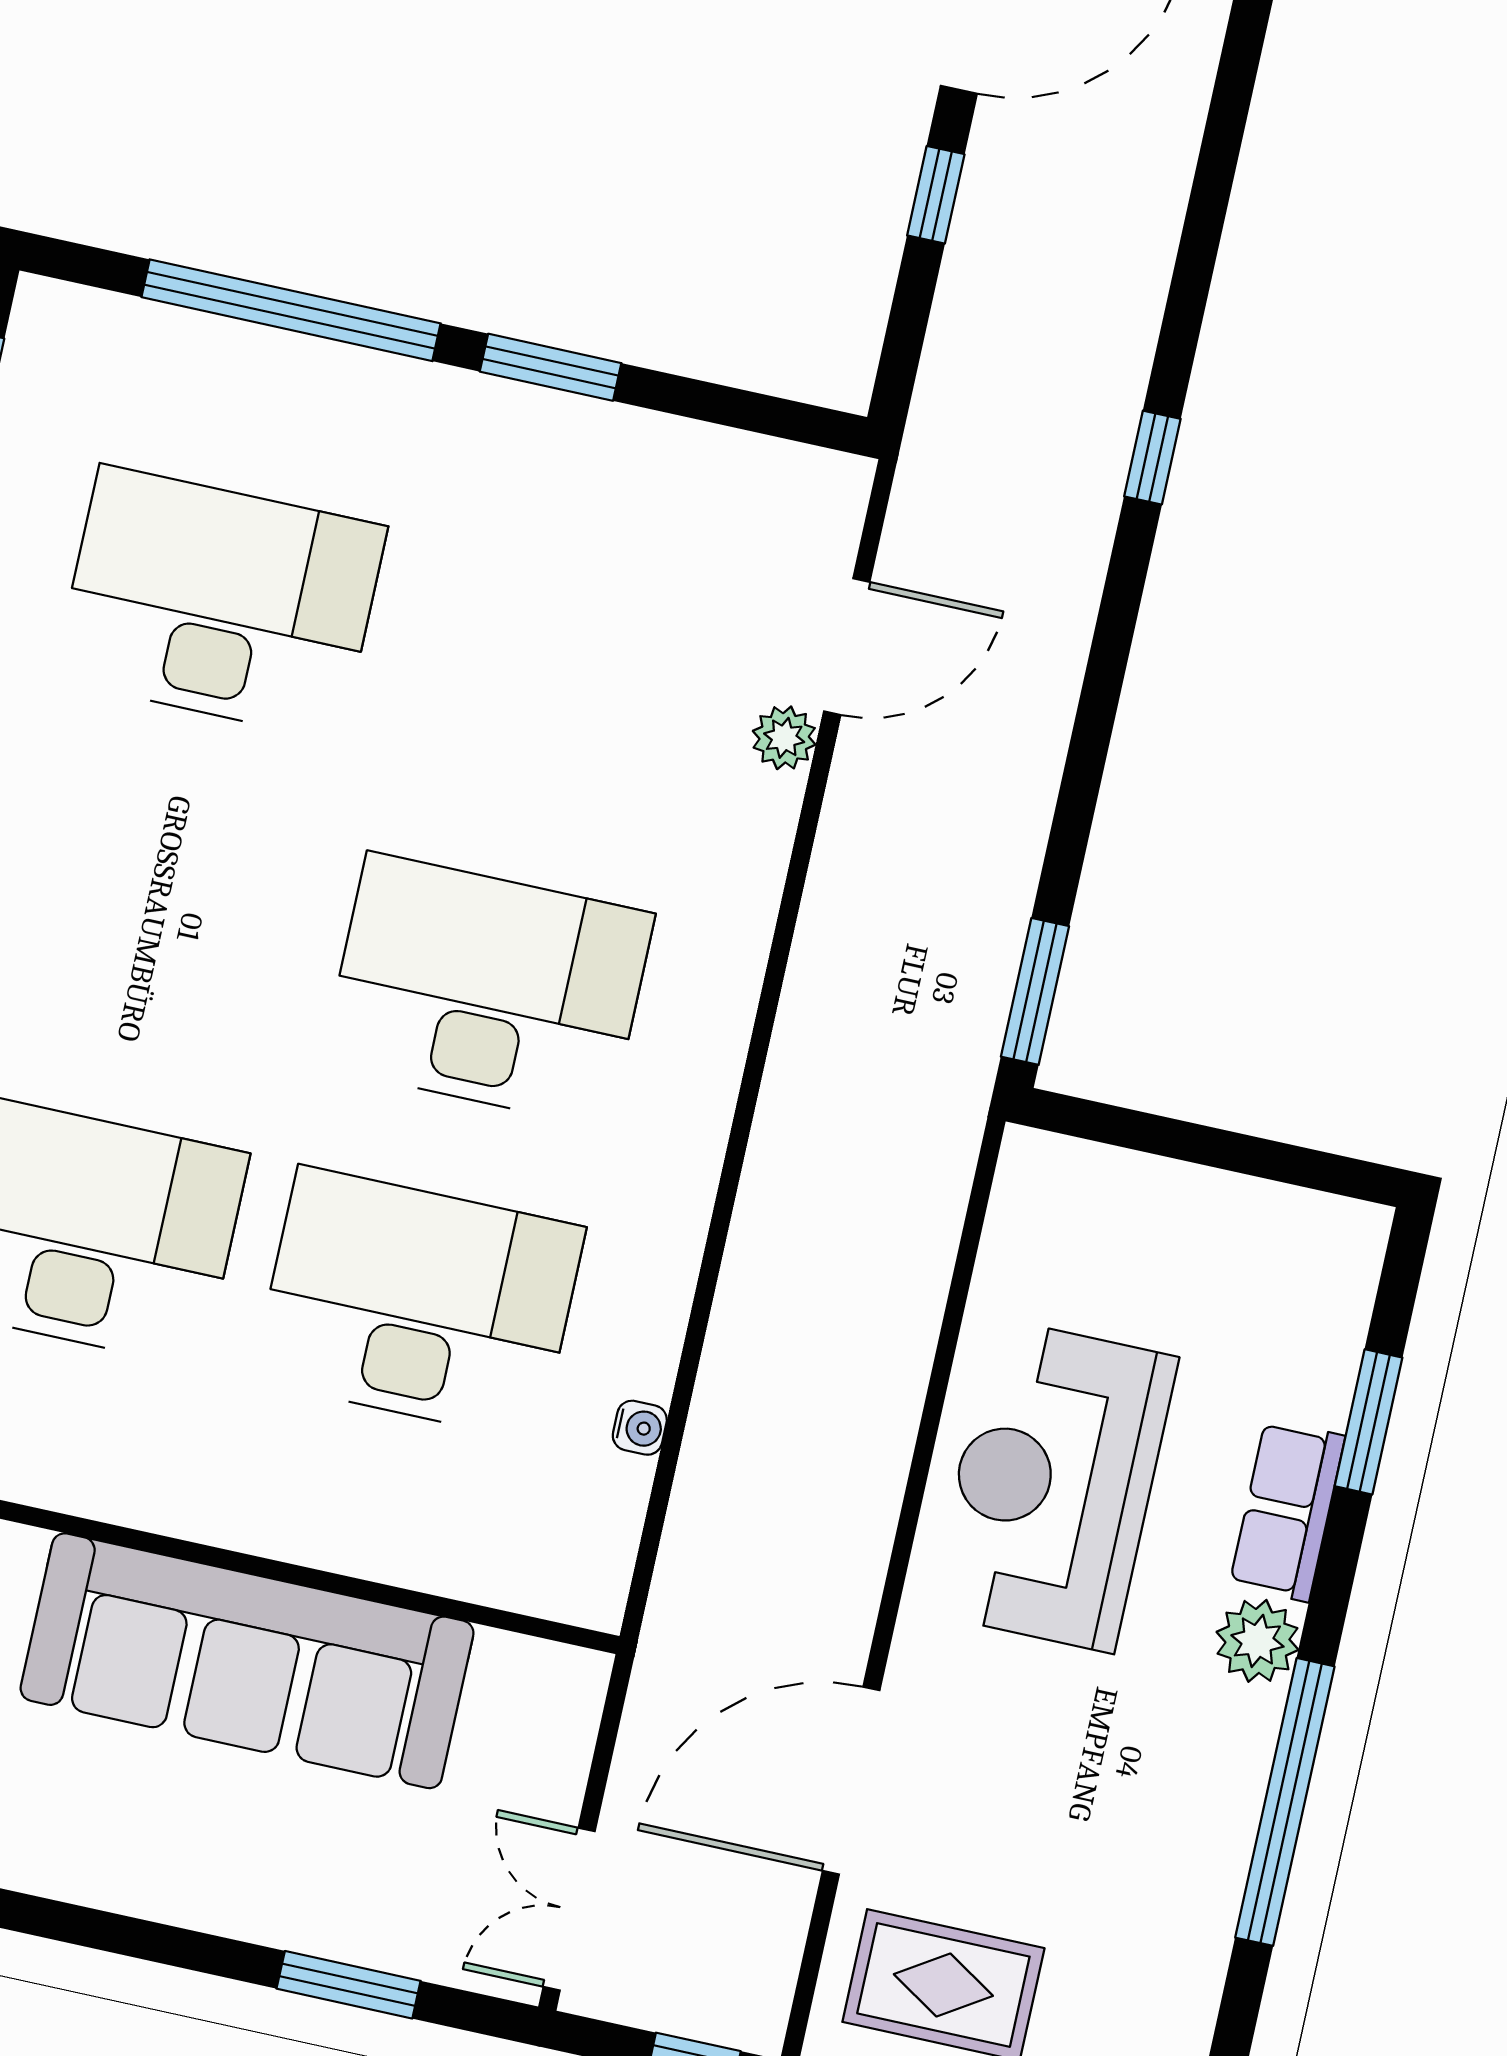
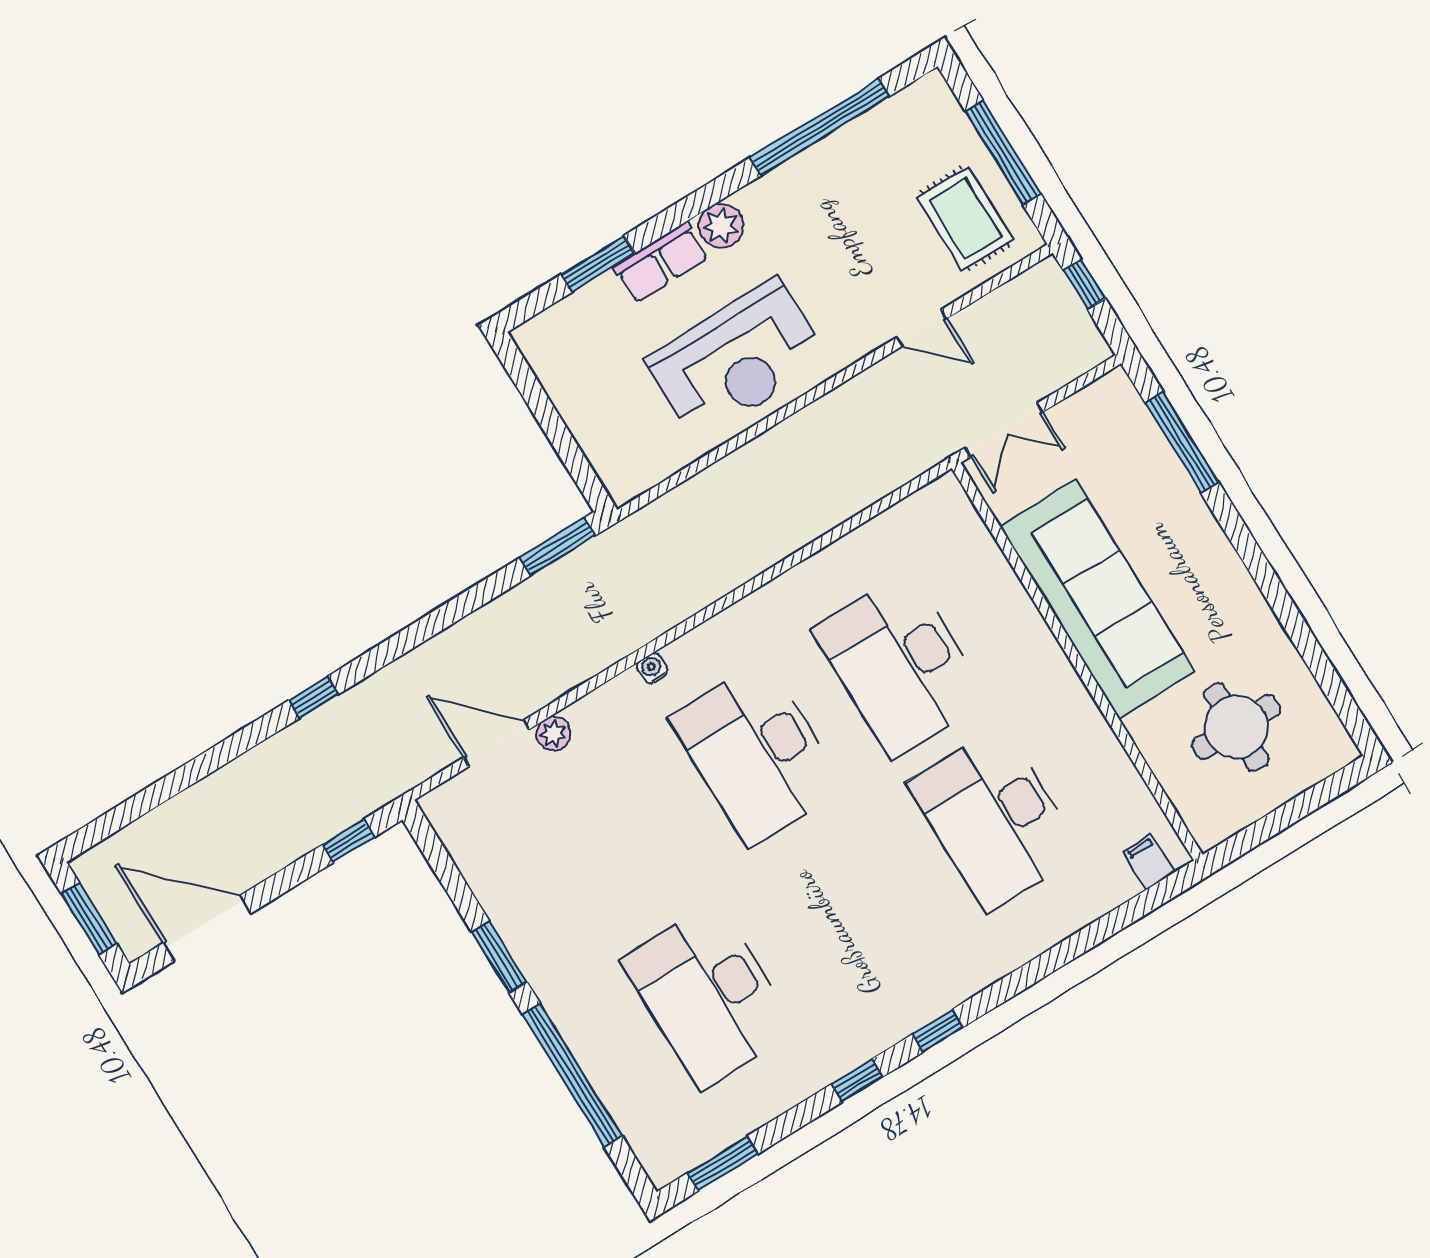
window: (936, 195) -> (348, 841), moved
water cooler: (640, 1428) -> (652, 668), moved
door: (851, 1781) -> (922, 328), width x0.53
window: (1285, 1802) -> (819, 127), moved
double door: (569, 1909) -> (1004, 430), moved
window: (349, 1985) -> (1182, 443), width x1.44

